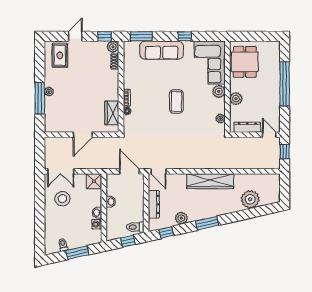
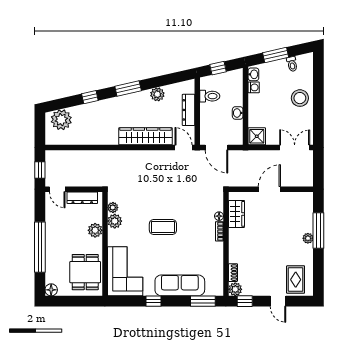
door: (75, 36) -> (278, 301), hinge flipped
floor lamp: (275, 46) -> (51, 290), added
plant: (219, 91) -> (115, 221), moved
coffee table: (176, 101) -> (163, 227), turned 90
wardrobe: (210, 181) -> (146, 136), moved
stool: (62, 199) -> (300, 98), moved
plant: (250, 199) -> (61, 120), moved
washbasin: (97, 213) -> (253, 74), moved
toilet: (135, 227) -> (210, 96), moved
window: (166, 232) -> (90, 97), moved

